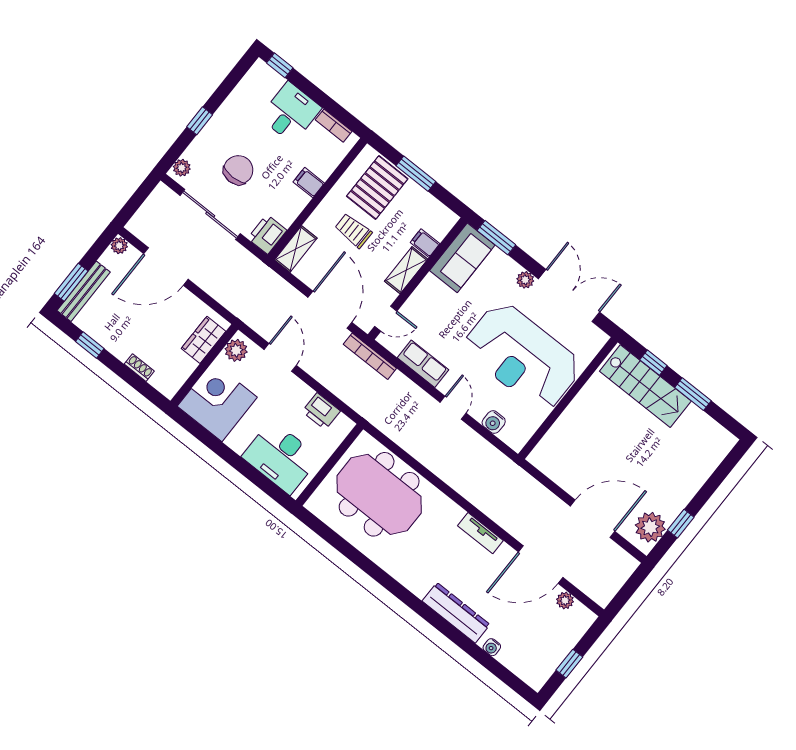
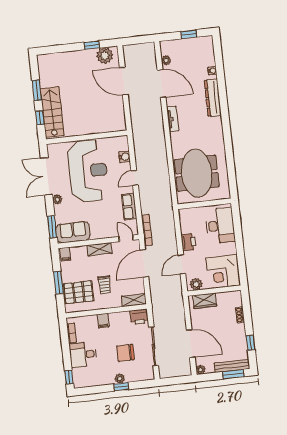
plant: (182, 168) -> (120, 379), moved
filing cabinet: (425, 243) -> (65, 254), moved
printer: (321, 411) -> (188, 242), moved

